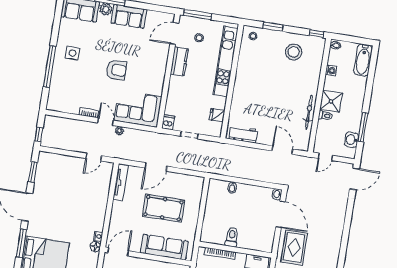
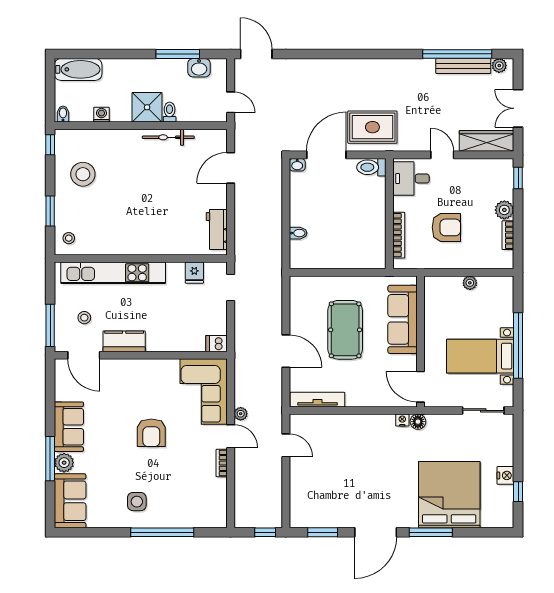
armchair: (116, 70) -> (151, 433), turned 180
door: (106, 122) -> (231, 436), swing flipped
doorway: (189, 135) -> (231, 287), moved
toilet: (232, 237) -> (371, 167), moved

